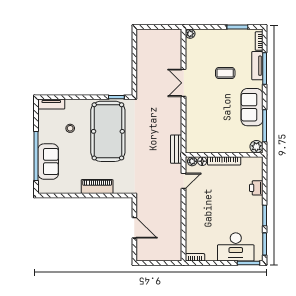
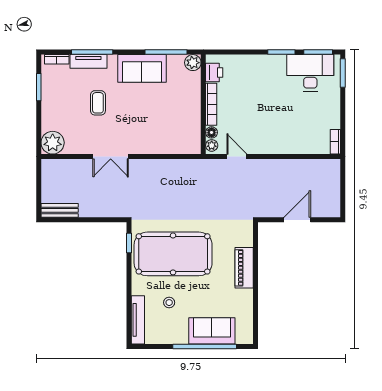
plant: (190, 34) -> (53, 143), width x1.88, depth x1.88
tv unit: (51, 104) -> (138, 320), width x1.41
bench: (176, 149) -> (60, 210), moved
printer: (256, 188) -> (214, 73), moved, turned -90
desk: (236, 247) -> (310, 73), moved, turned -90

